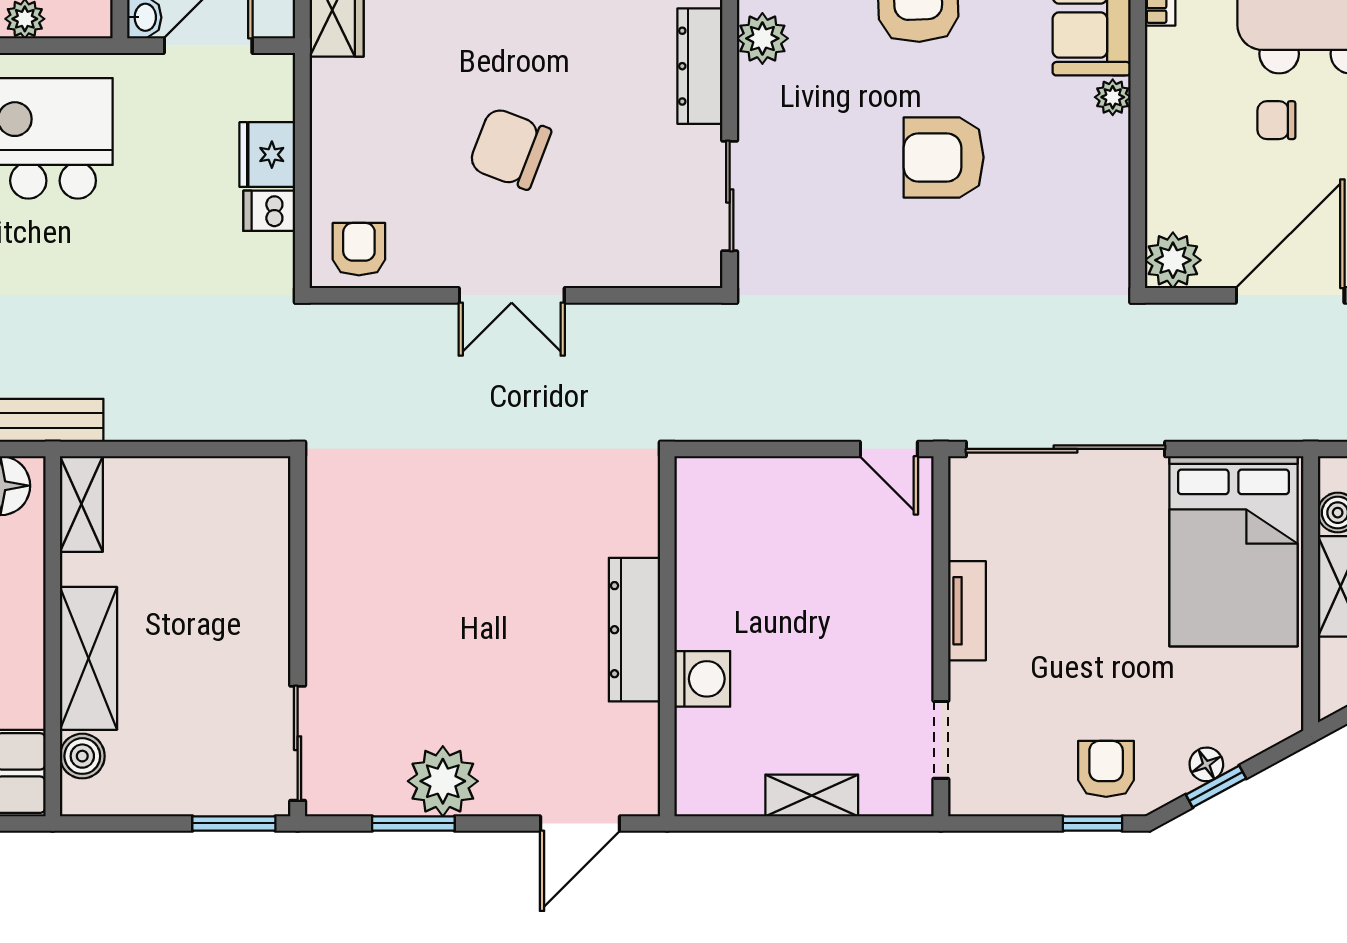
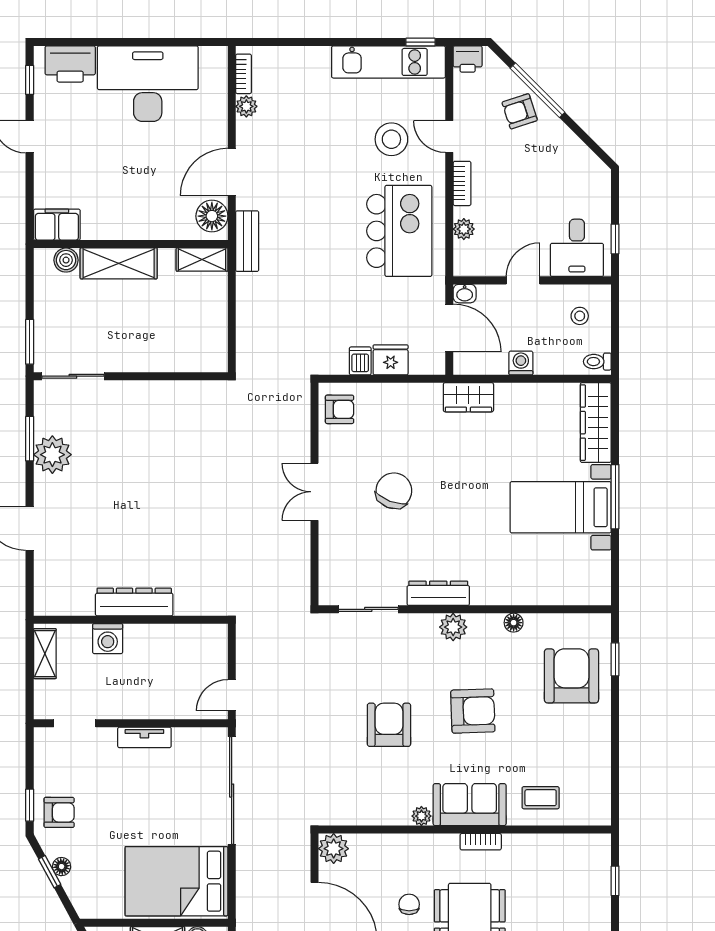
dresser: (634, 630) -> (134, 602), moved
wall: (667, 636) -> (131, 620), moved
washing machine: (702, 679) -> (108, 639), moved

